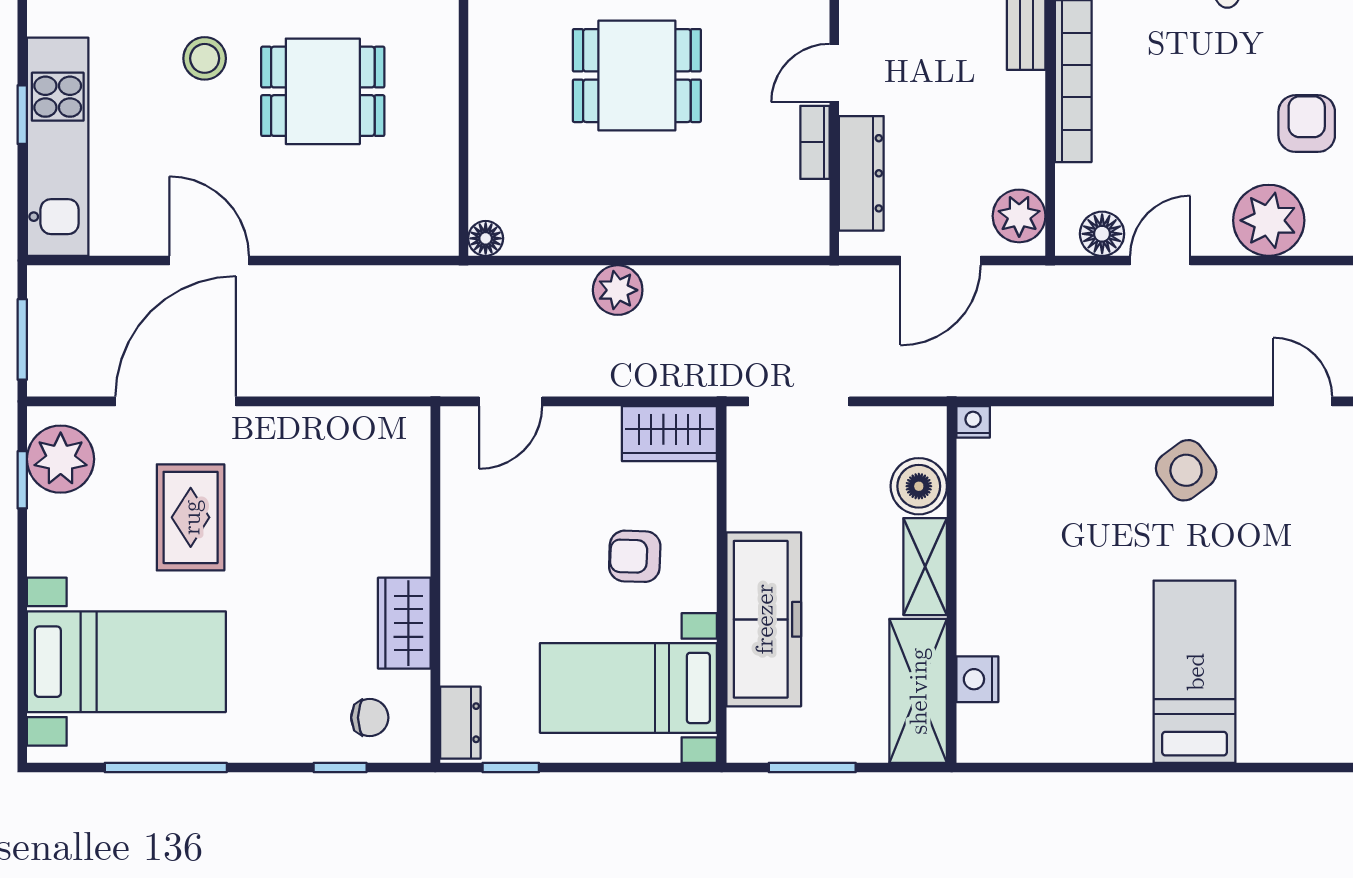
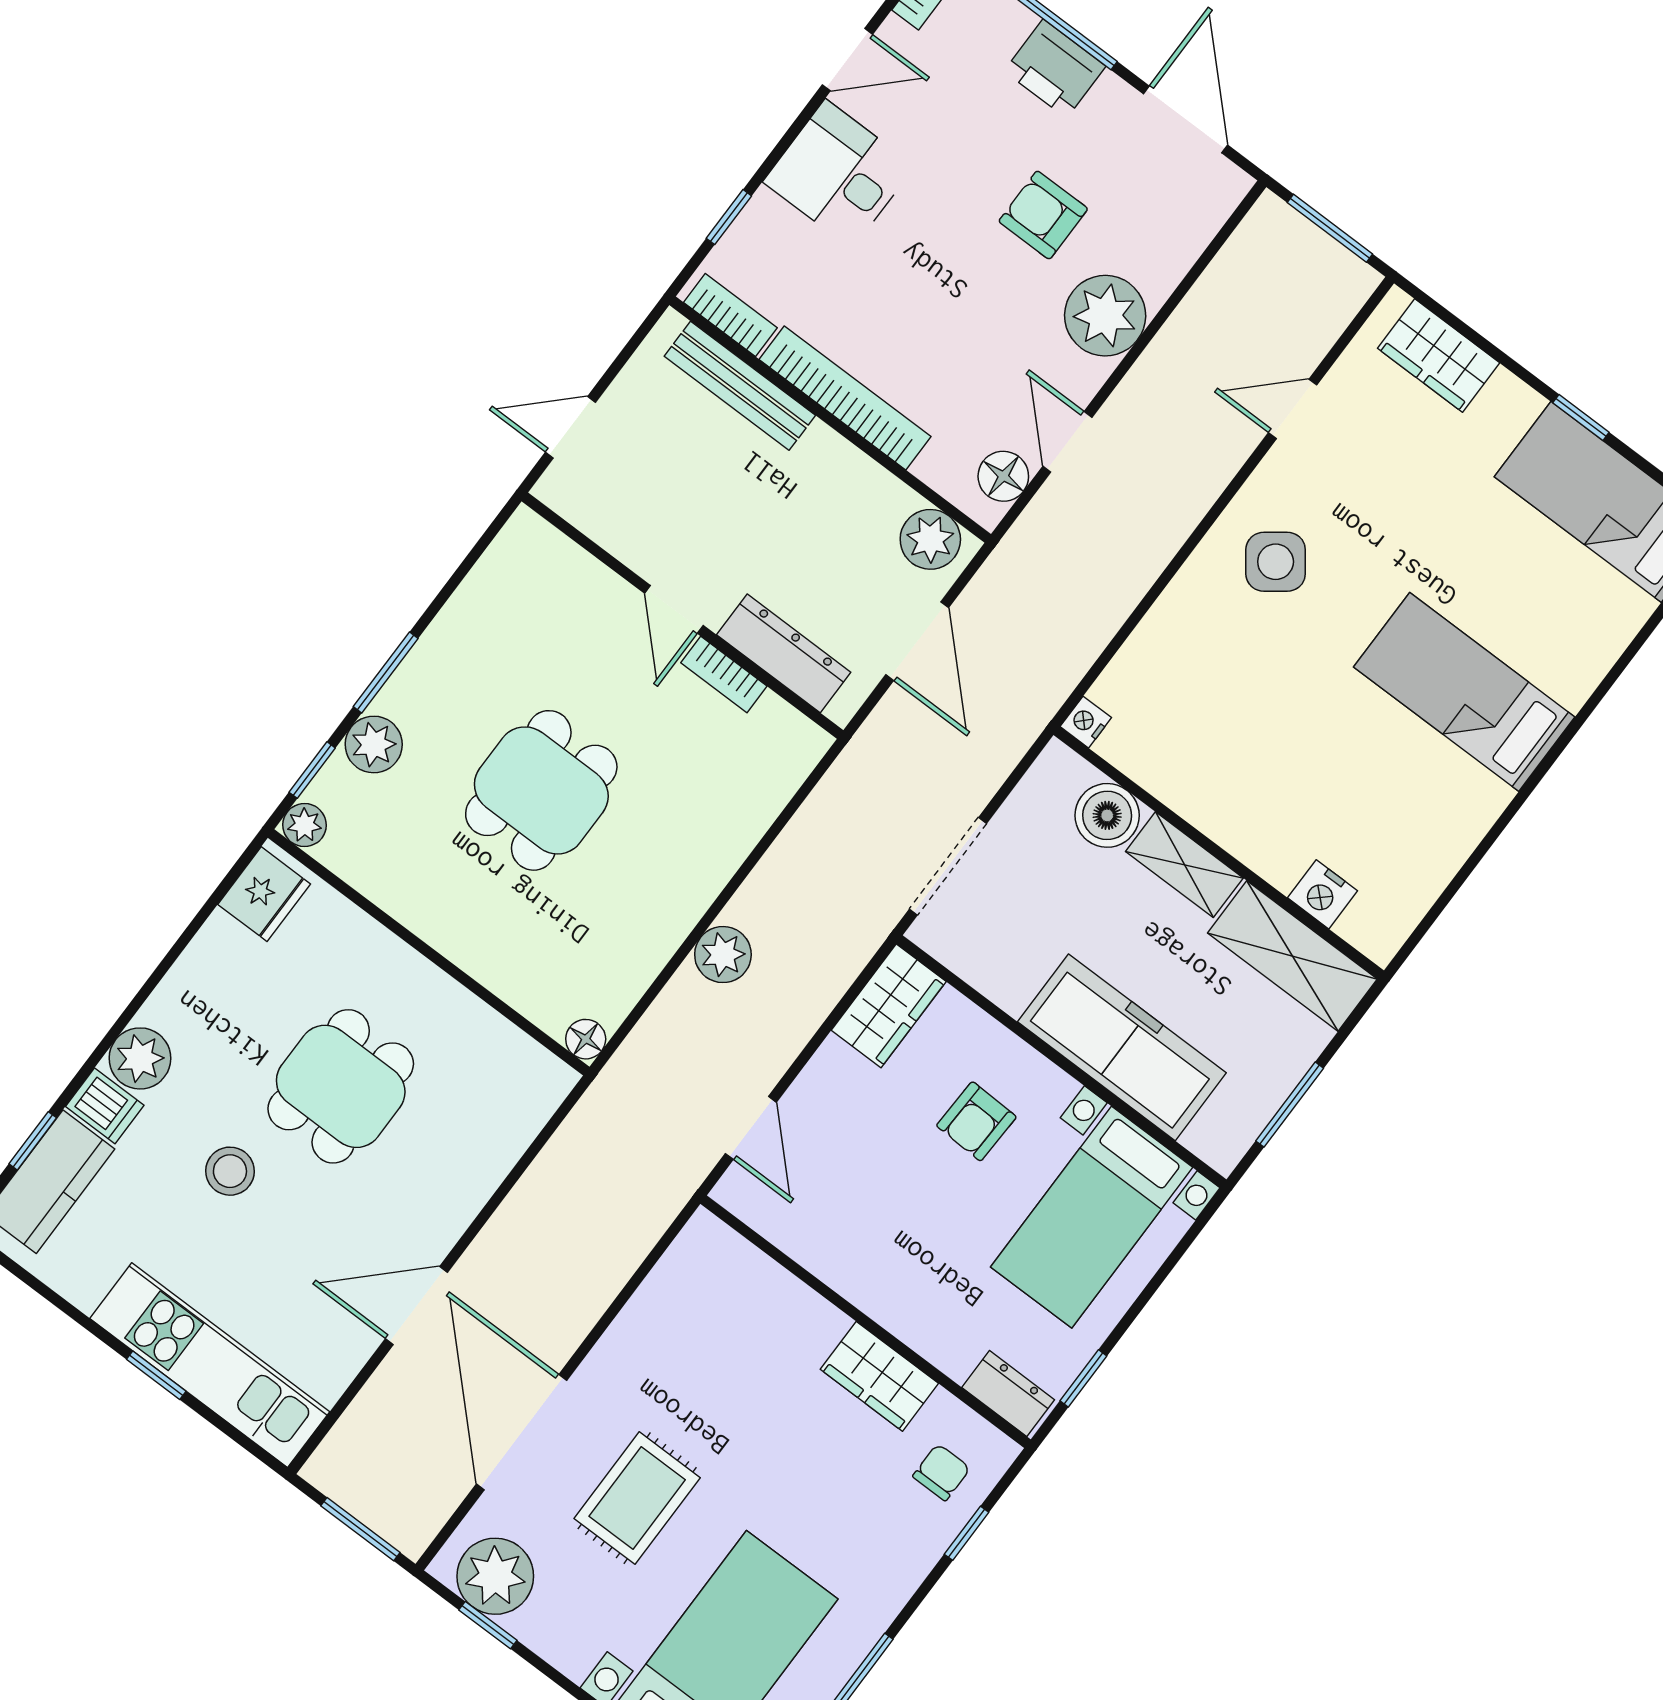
rug: (191, 517) -> (637, 1498), turned 90

